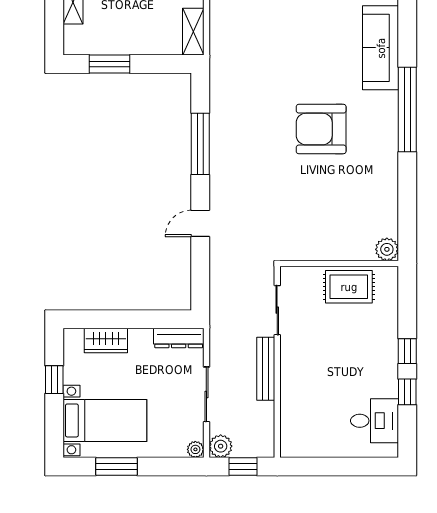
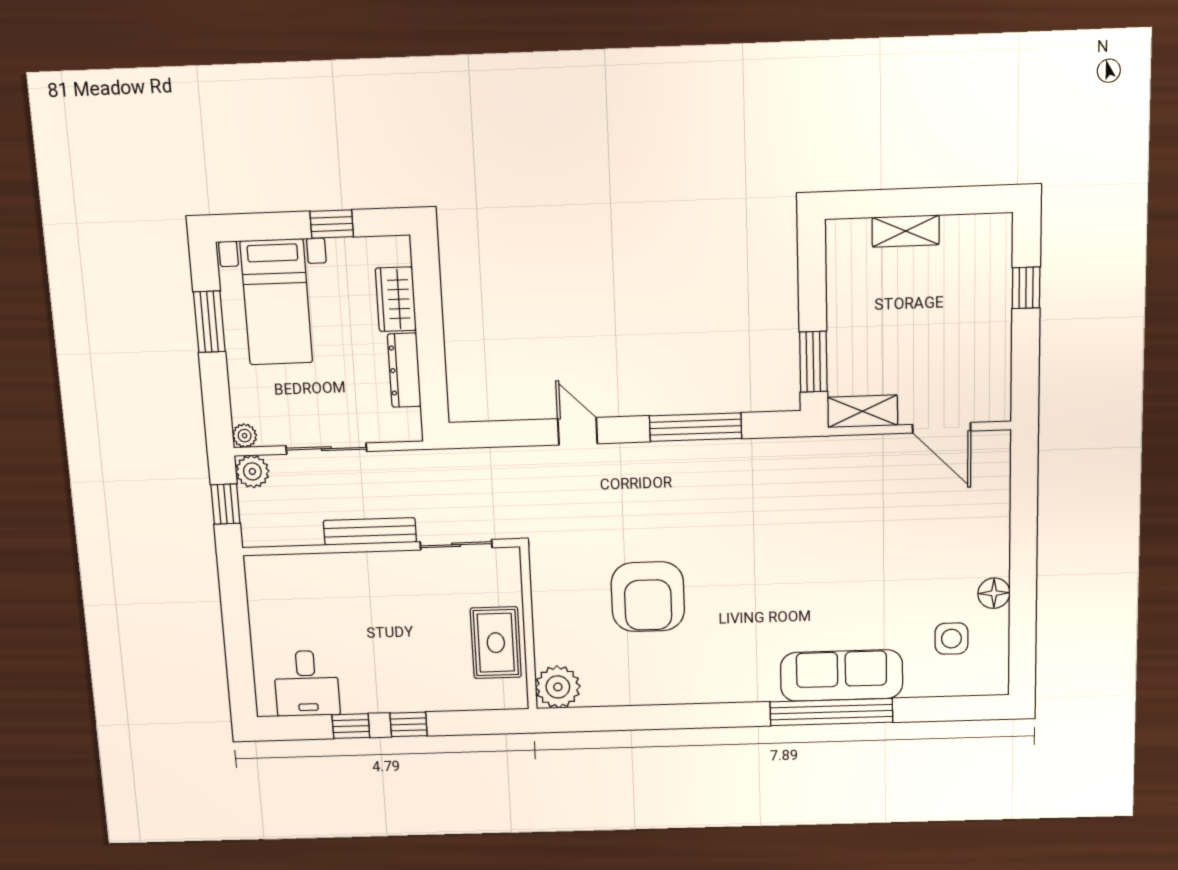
window: (110, 64) -> (813, 362), moved
window: (407, 109) -> (831, 712), moved
armchair: (321, 129) -> (648, 597), moved, turned 180
plant: (387, 249) -> (558, 687), width x1.36, depth x1.36
dresser: (179, 338) -> (404, 370), moved

